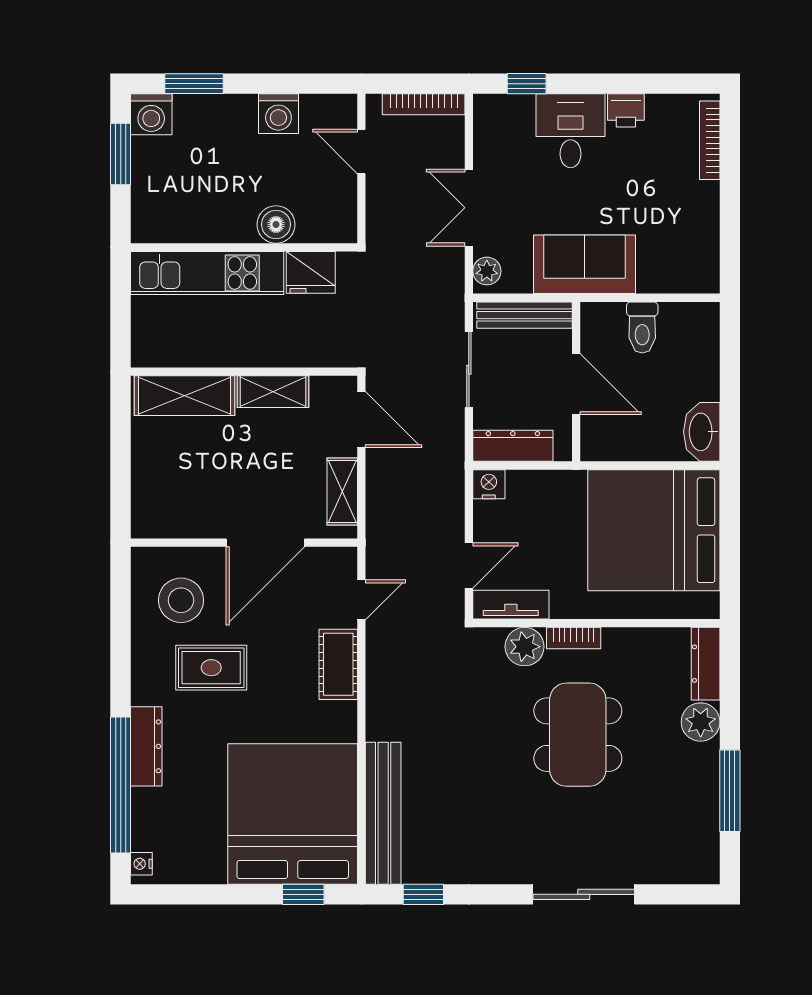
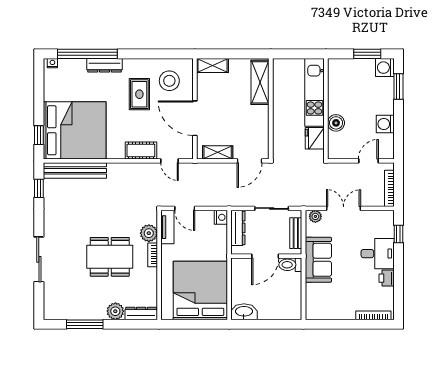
bench: (525, 315) -> (296, 233), width x0.73
toilet: (642, 327) -> (290, 265), moved
shelving: (273, 392) -> (212, 66), moved, turned 90

